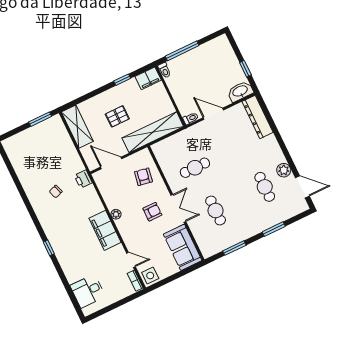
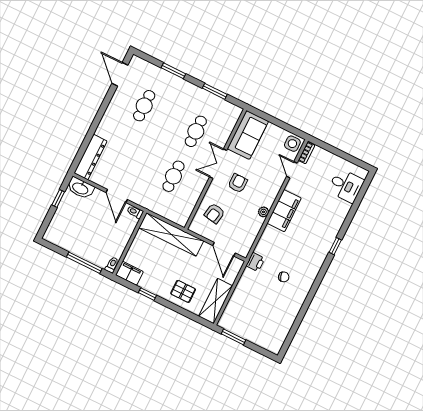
pallet: (117, 116) -> (183, 291), moved
cafe table: (195, 168) -> (173, 176), turned 90
plant: (284, 170) -> (118, 101), removed
armchair: (152, 212) -> (238, 183), turned 90

